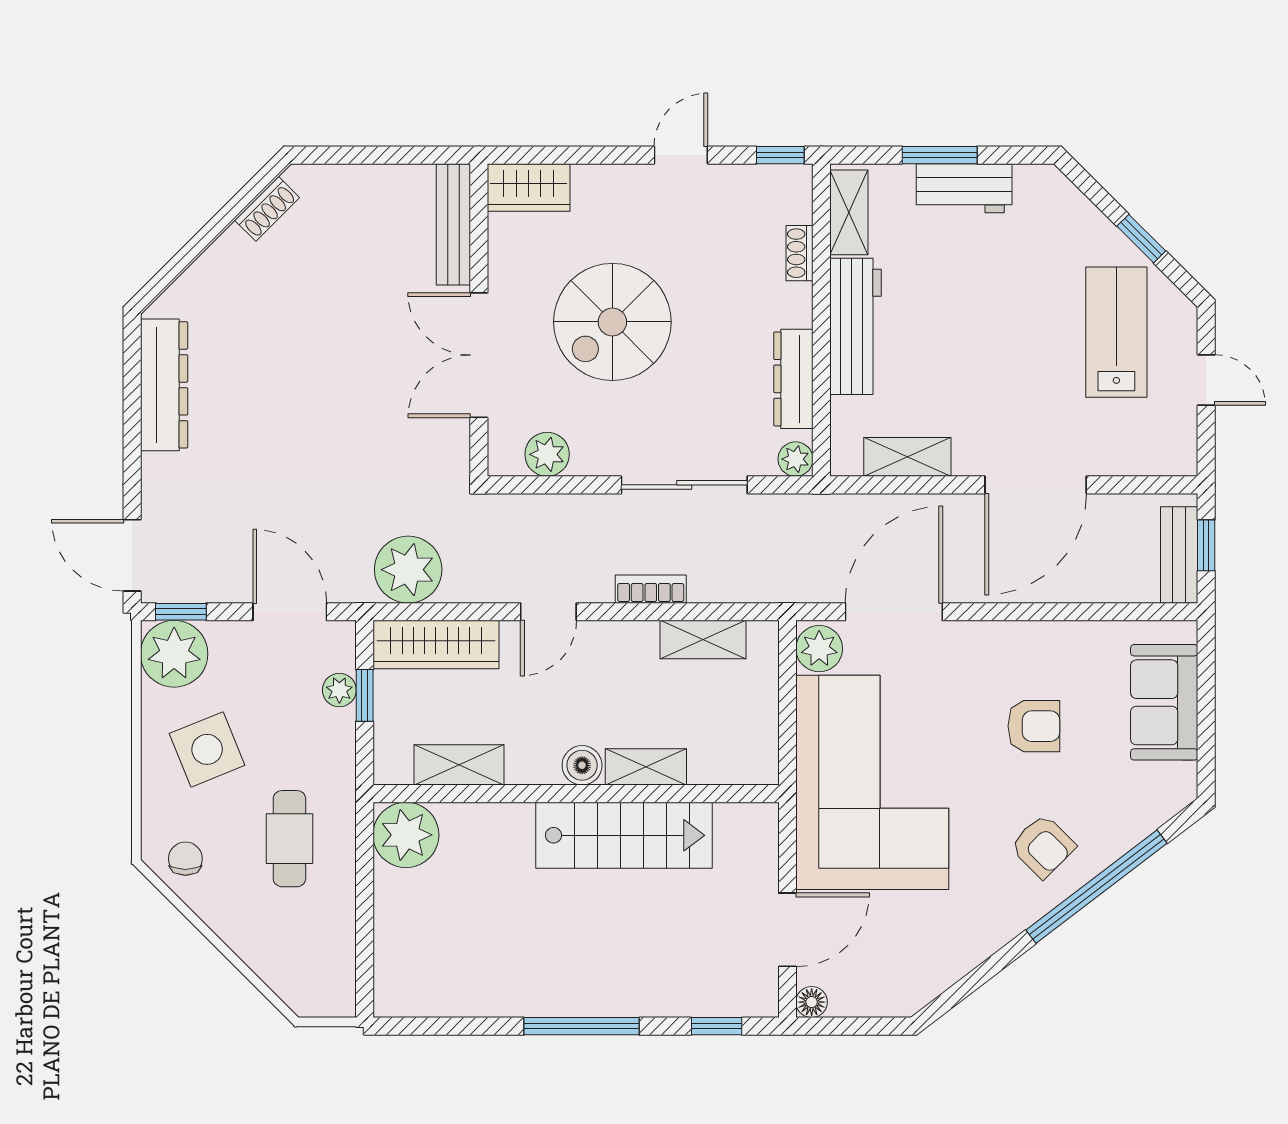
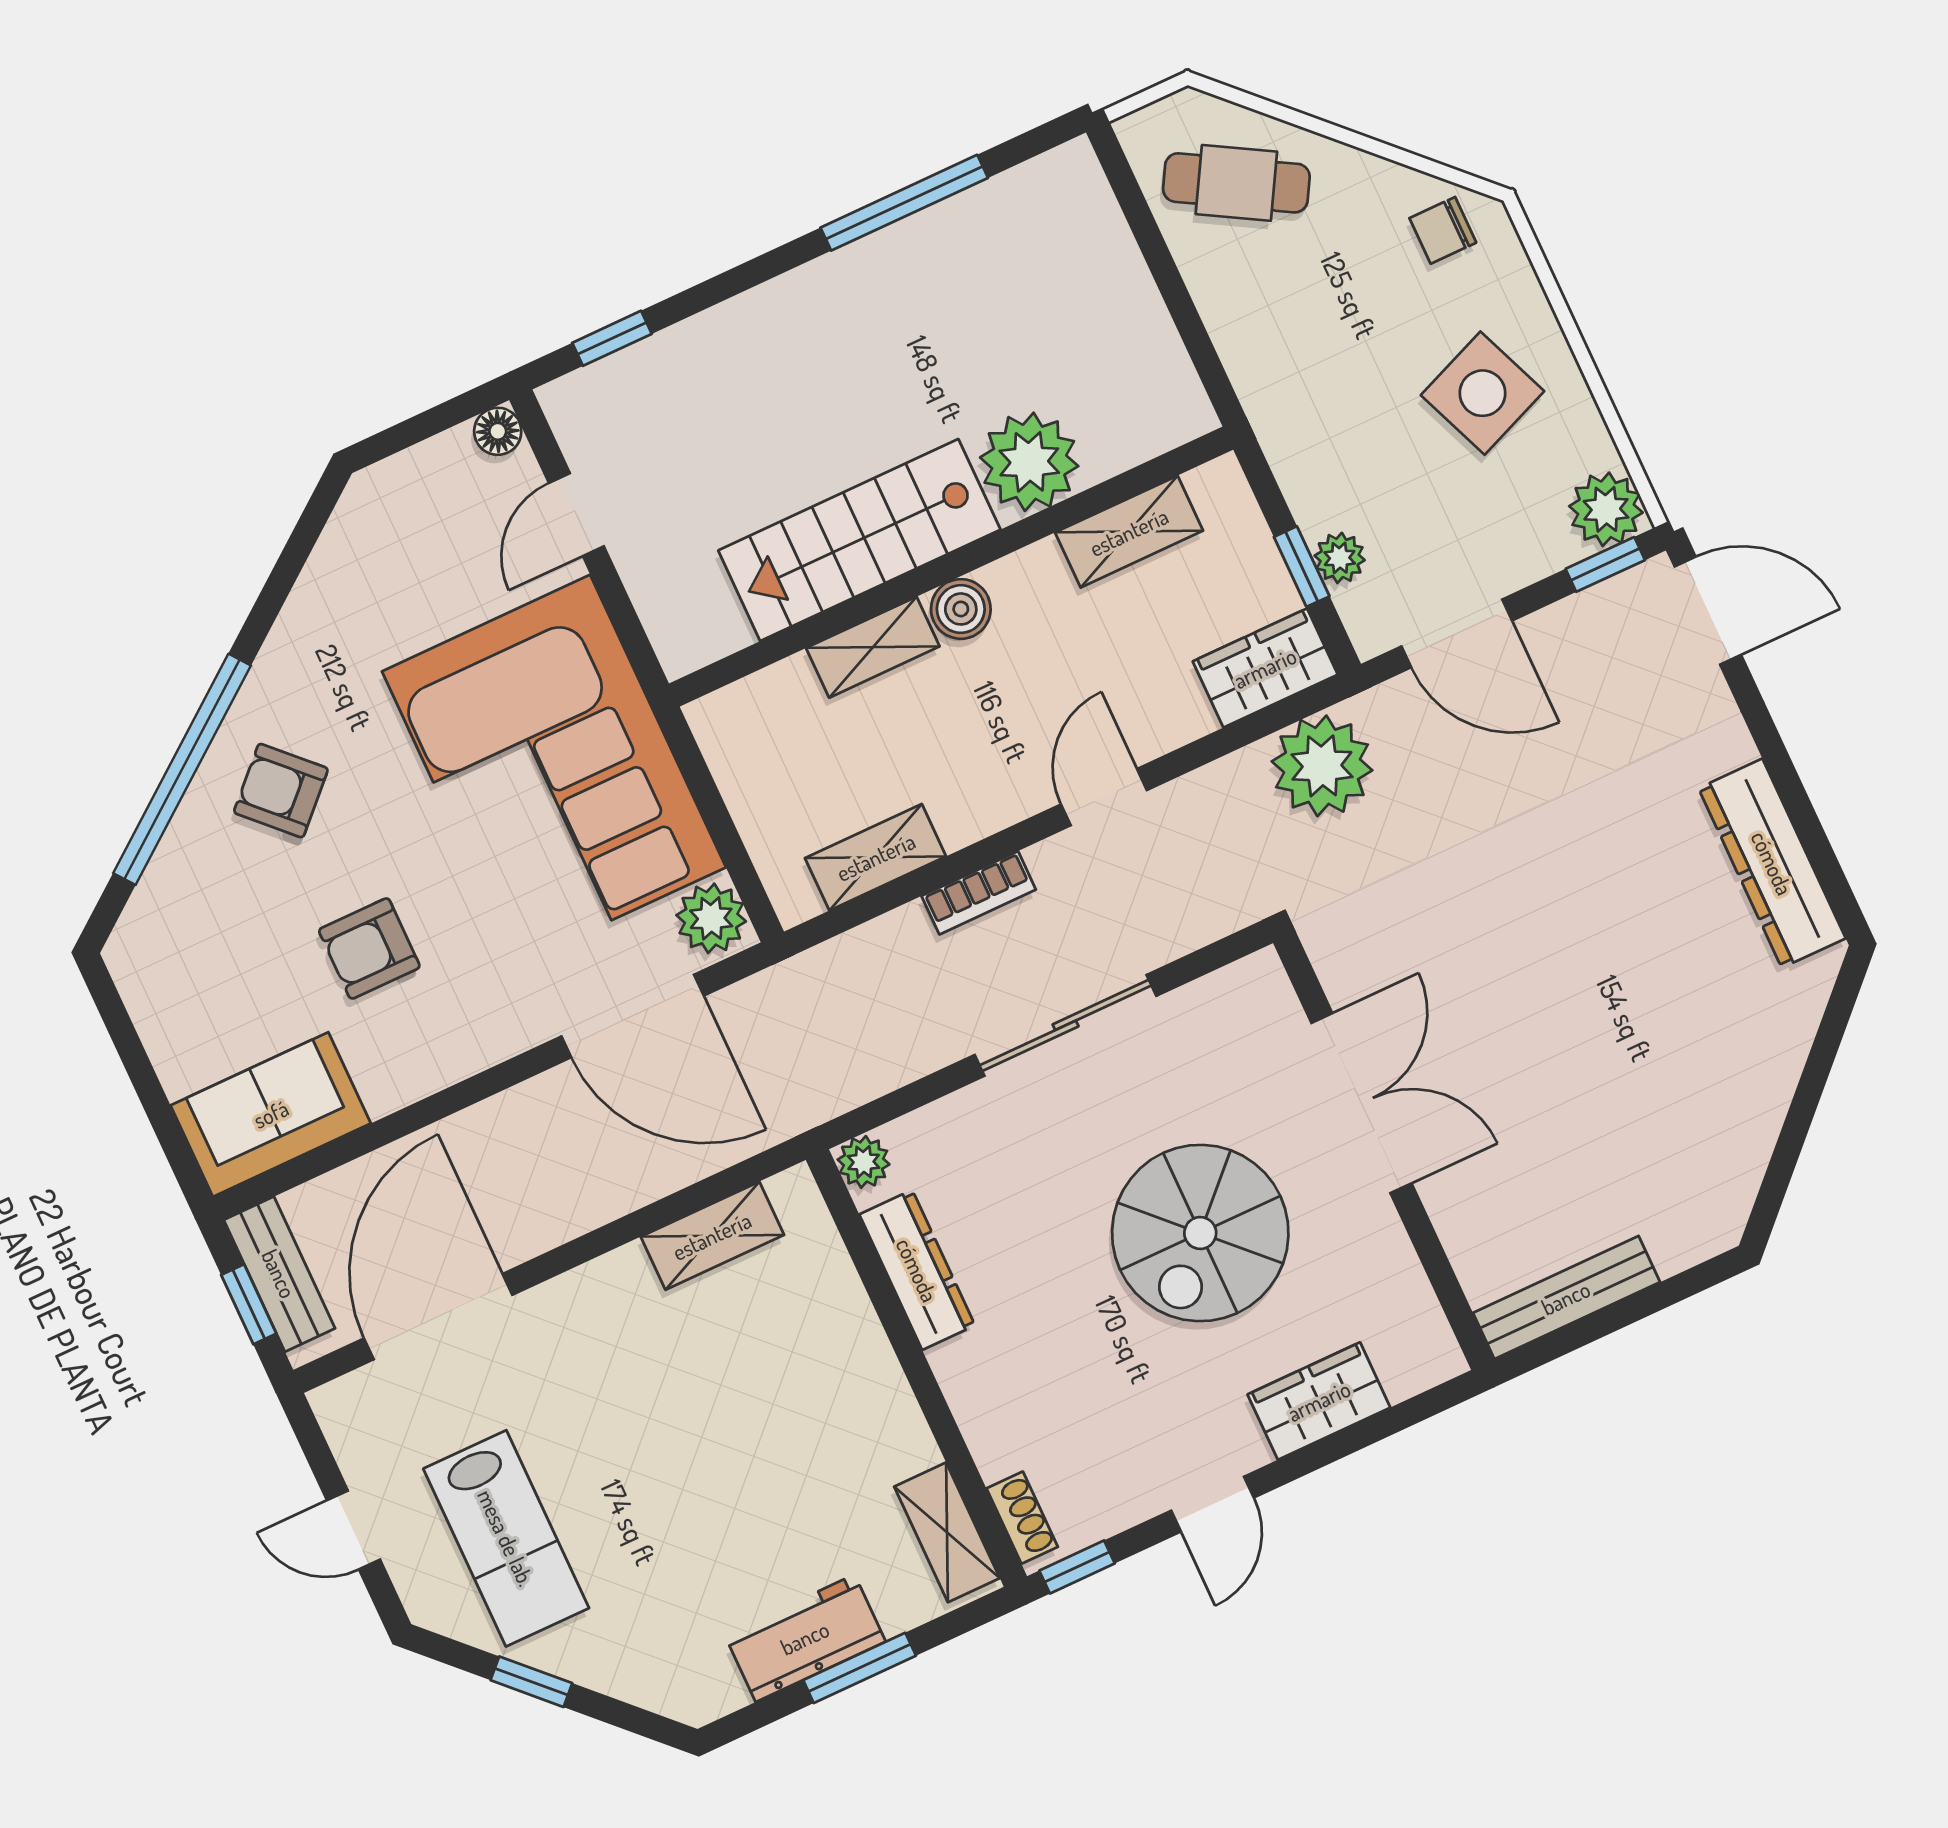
wardrobe: (529, 187) -> (1319, 1401), moved
shoe rack: (267, 209) -> (1743, 1169), removed
bench: (453, 224) -> (1566, 1298), moved, turned 90
shoe rack: (799, 253) -> (1022, 1518), moved
spiral stairs: (612, 322) -> (1200, 1233), turned 180
workbench: (855, 326) -> (866, 1381), removed
plant: (547, 454) -> (1205, 1011), removed
sliding door: (684, 485) -> (1066, 1025), moved
door: (1036, 485) -> (438, 1317), moved
door: (894, 612) -> (633, 1016), hinge flipped
wardrobe: (436, 645) -> (1265, 668), width x0.67
plant: (174, 654) -> (1606, 509), width x0.73, depth x0.73
sofa: (1164, 702) -> (271, 1114), moved, turned -90
plant: (406, 835) -> (1029, 462), moved
cafe table: (289, 839) -> (1236, 183), moved, turned -60
chair: (185, 859) -> (1443, 230), turned 90
door: (787, 930) -> (576, 515), width x0.73
window: (582, 1026) -> (904, 203), moved

